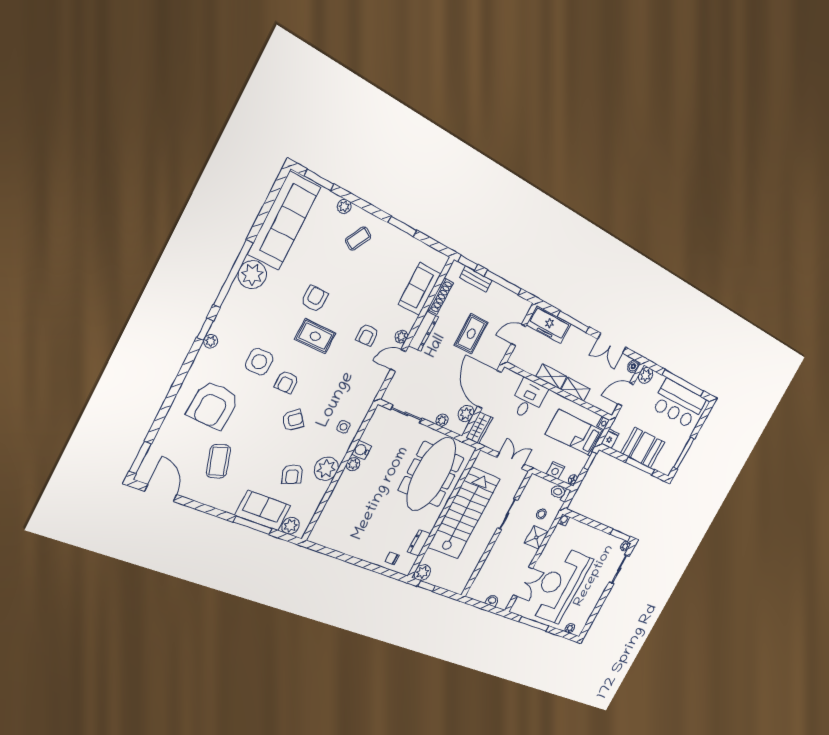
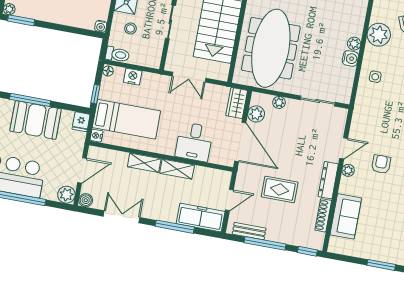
bench: (476, 279) -> (249, 231), moved
rug: (471, 334) -> (280, 189), turned 90

